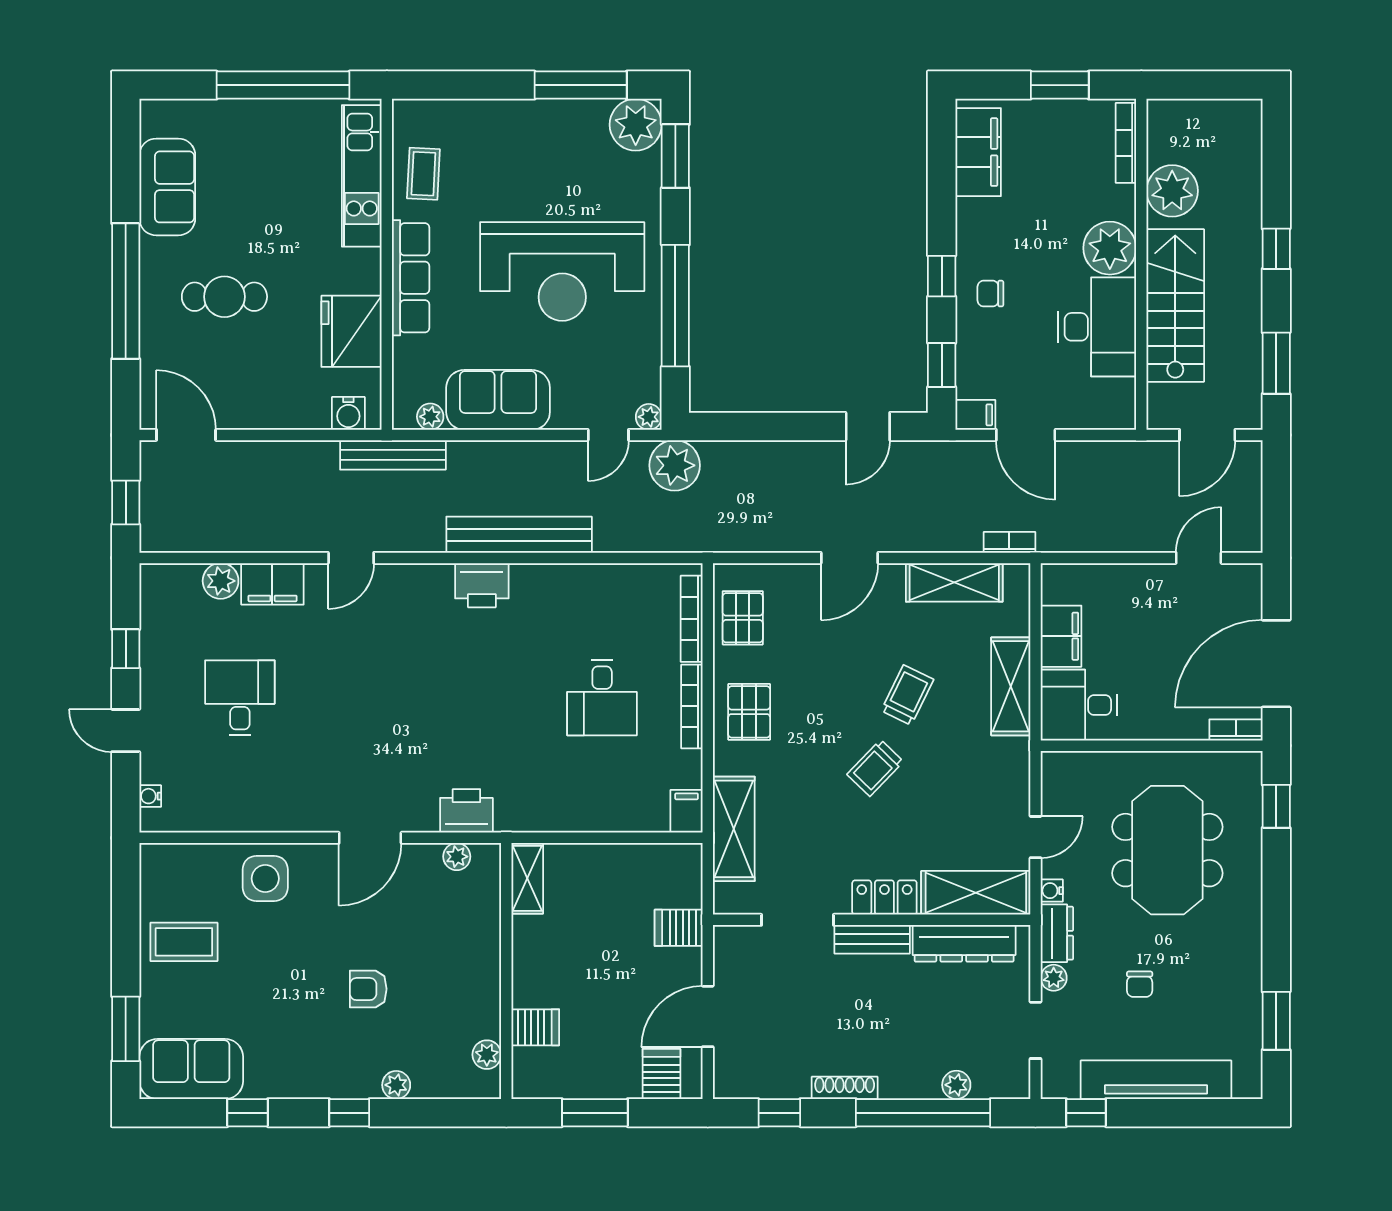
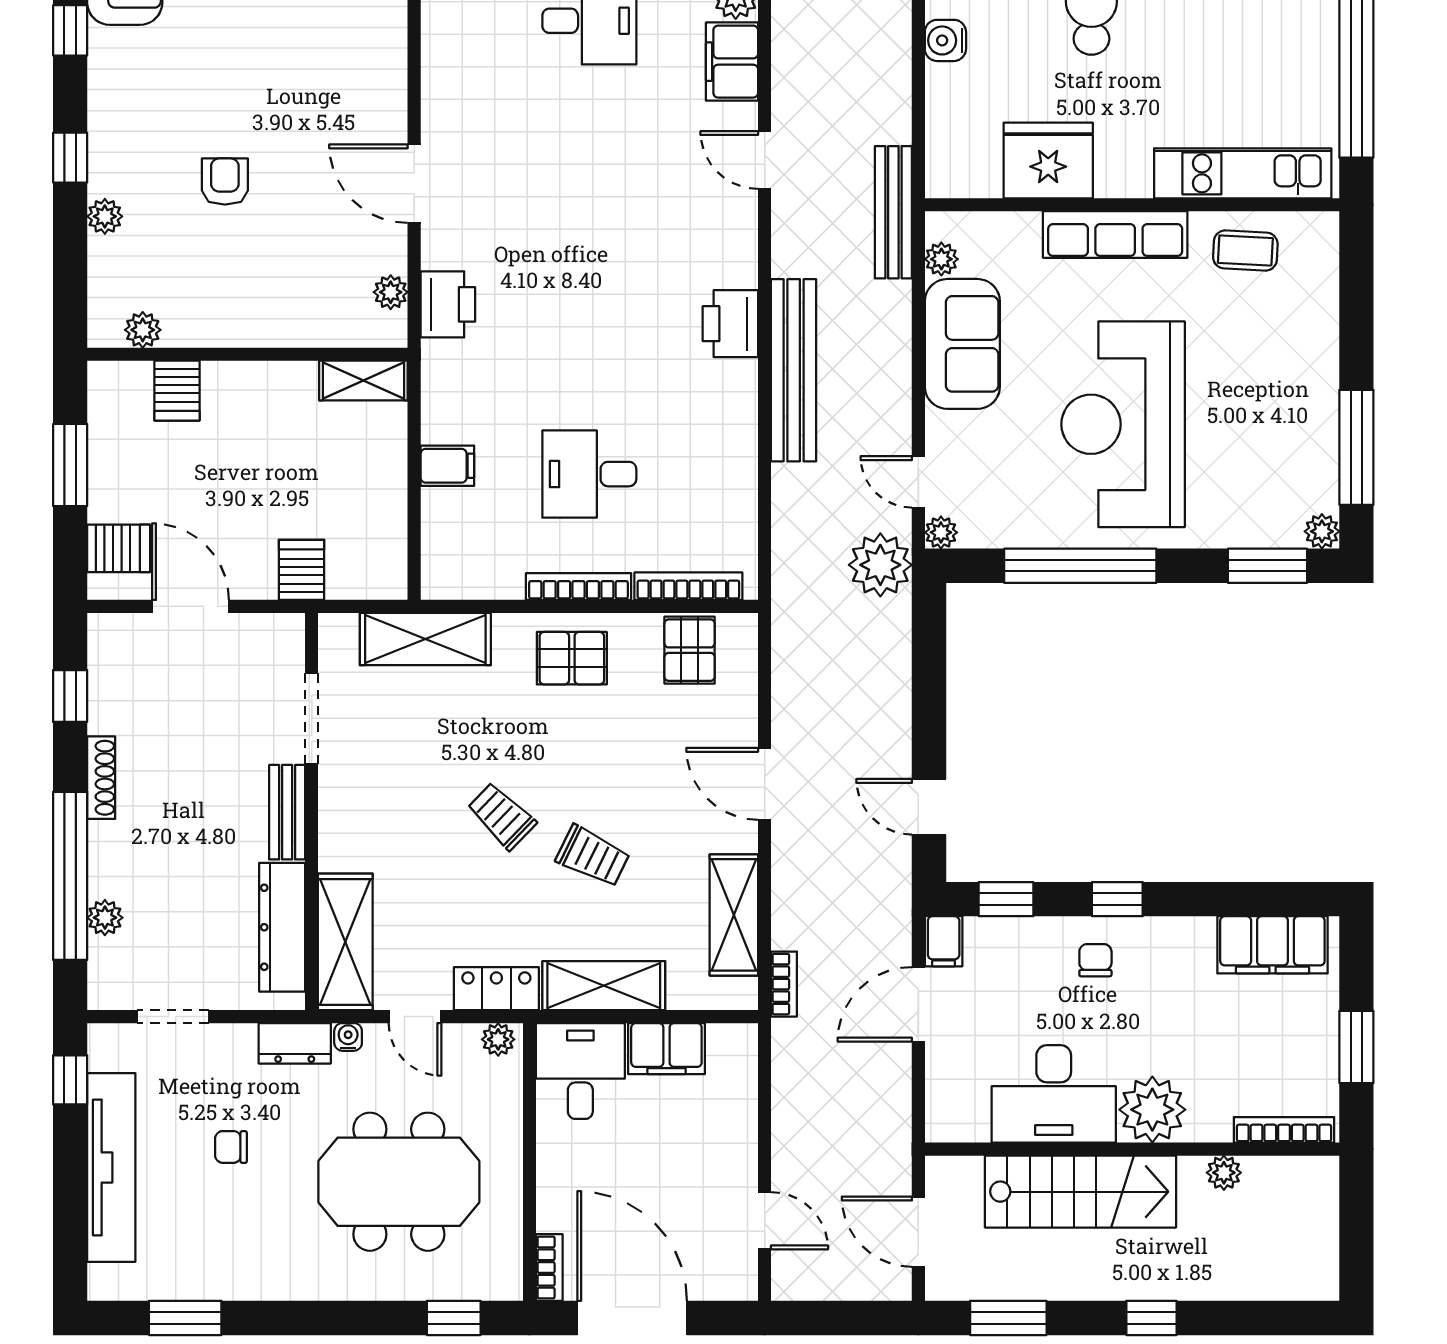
plant: (636, 125) -> (1322, 531), width x0.53, depth x0.53
plant: (1172, 191) -> (1224, 1173), width x0.53, depth x0.53
water cooler: (348, 413) -> (945, 40), moved
pallet: (743, 618) -> (690, 650), turned 90
filing cabinet: (687, 811) -> (447, 466), moved
side table: (265, 879) -> (363, 53), removed
locker: (884, 897) -> (496, 989), moved, turned -90
plant: (1054, 978) -> (498, 1039), moved

